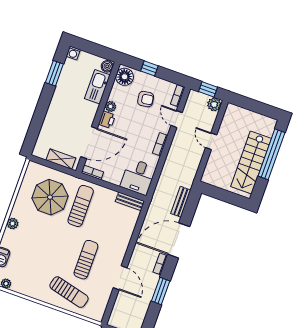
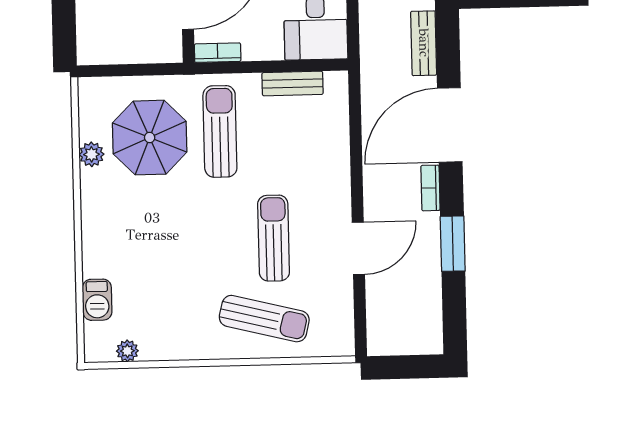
shelving: (61, 159) -> (142, 50), removed
bench: (130, 201) -> (293, 83), moved
plant: (13, 223) -> (92, 154), moved
door: (120, 278) -> (358, 248), hinge flipped

